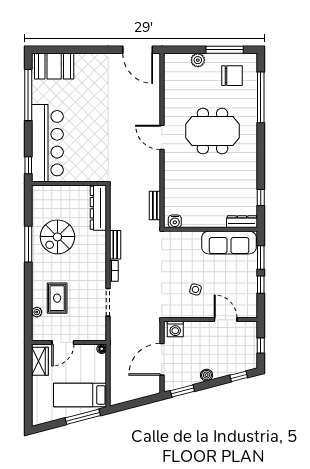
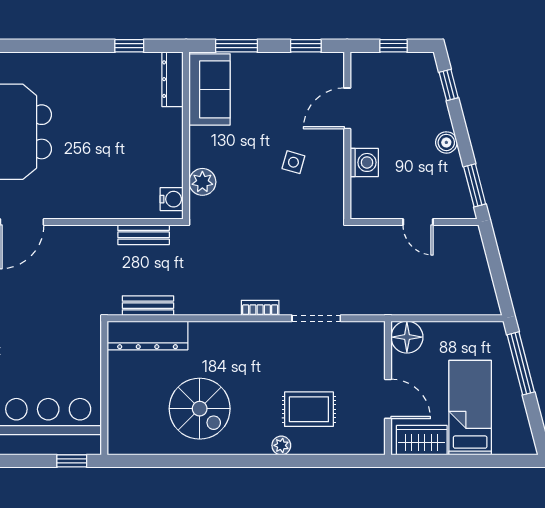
plant: (184, 238) -> (202, 182), added
sofa: (229, 242) -> (210, 89), width x0.73
window: (28, 244) -> (213, 461), removed
bench: (115, 245) -> (148, 306), moved
window: (261, 285) -> (306, 46), moved
plant: (37, 312) -> (281, 445), moved
washing machine: (175, 329) -> (364, 162), moved
floor lamp: (102, 349) -> (407, 337), width x1.89, depth x1.89
door: (162, 359) -> (418, 222), width x0.53
bed: (80, 395) -> (470, 408), moved, turned 180

